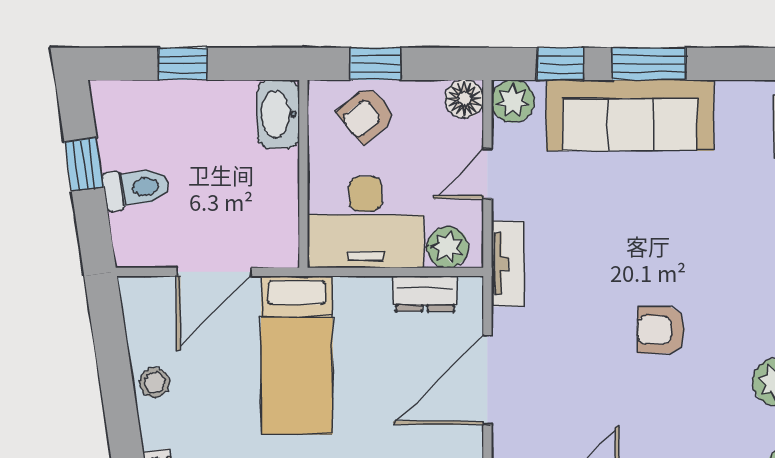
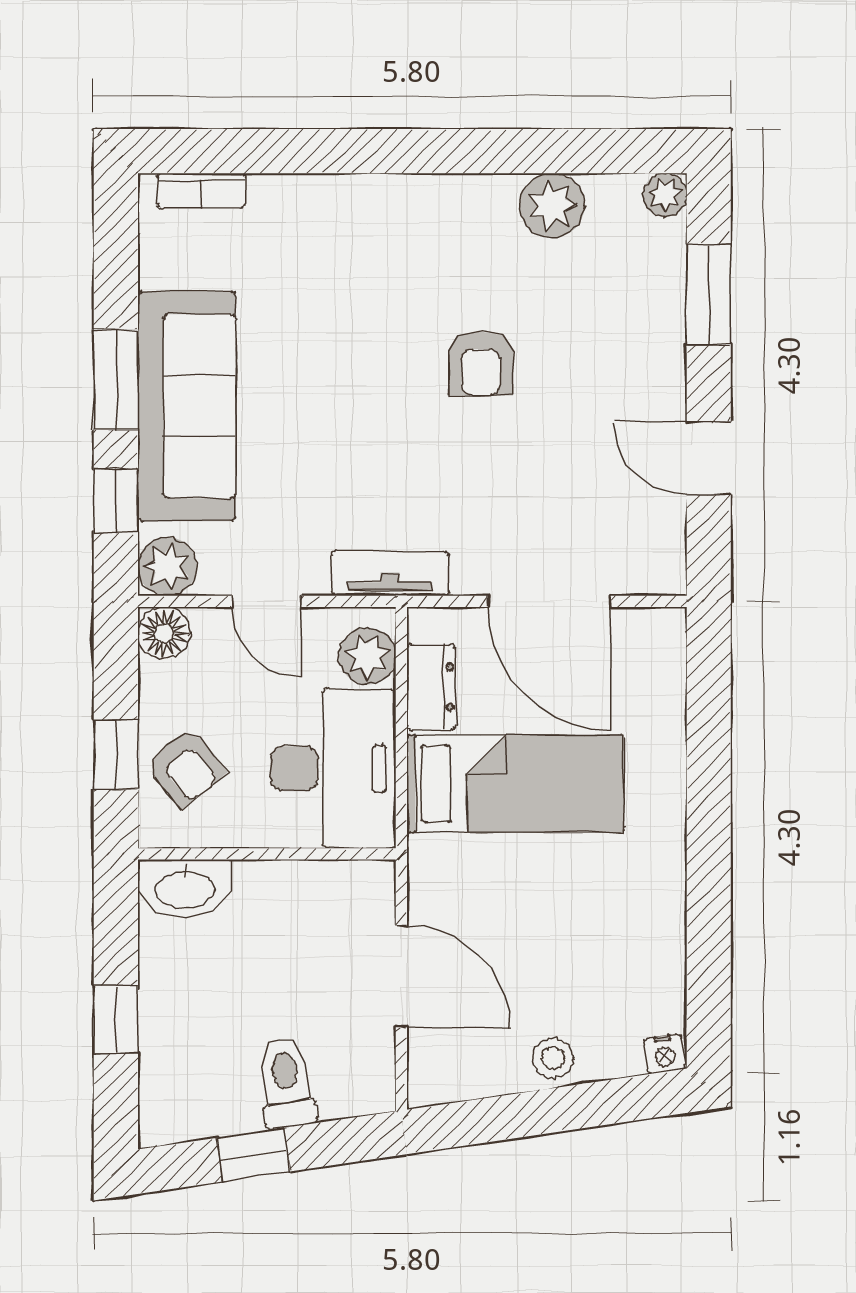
bed: (297, 355) -> (515, 784), moved

